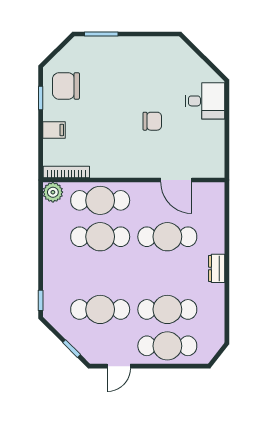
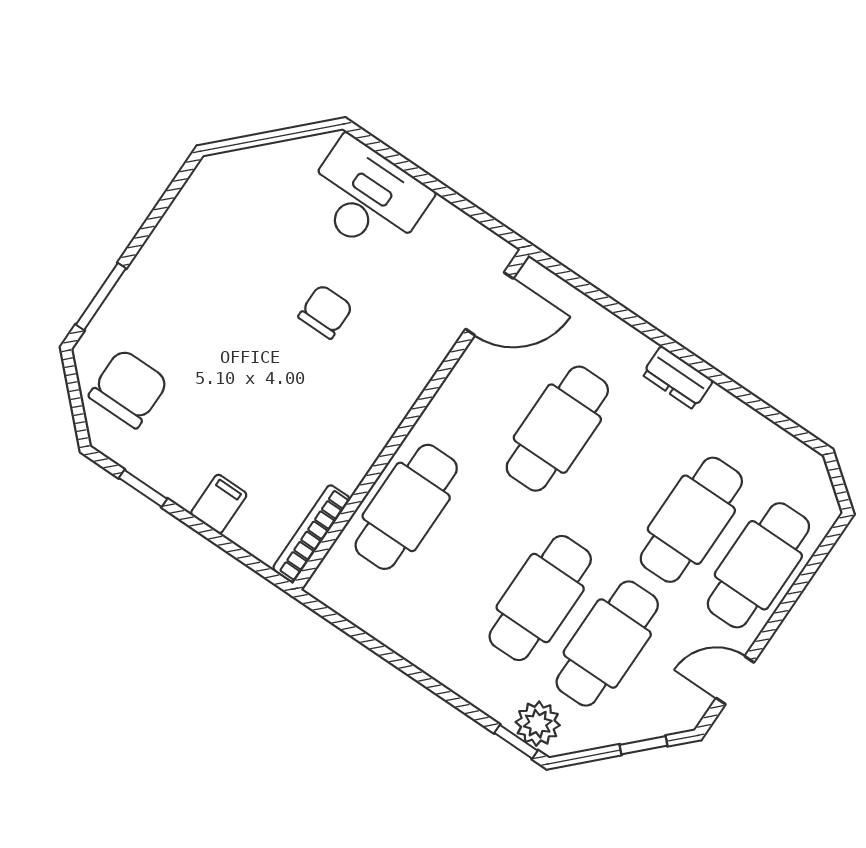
chair: (66, 86) -> (129, 389), moved, turned 180
desk: (205, 101) -> (367, 198), width x1.37
door: (176, 180) -> (489, 304), moved
plant: (53, 192) -> (538, 724), moved
cafe table: (100, 237) -> (540, 598), moved
door: (119, 366) -> (735, 680), swing flipped

